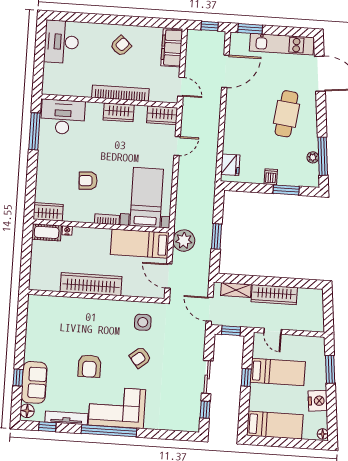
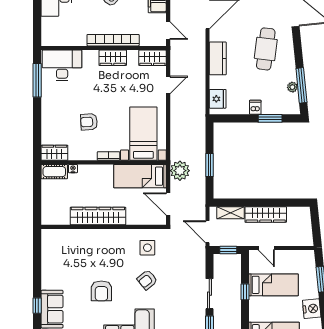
kitchen counter: (233, 121) -> (218, 58), added

